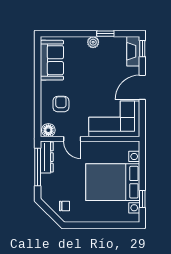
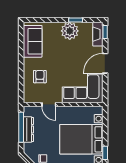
plant: (93, 42) -> (70, 31), width x1.88, depth x1.88
floor lamp: (48, 130) -> (30, 98), removed
dresser: (47, 157) -> (28, 130), moved

